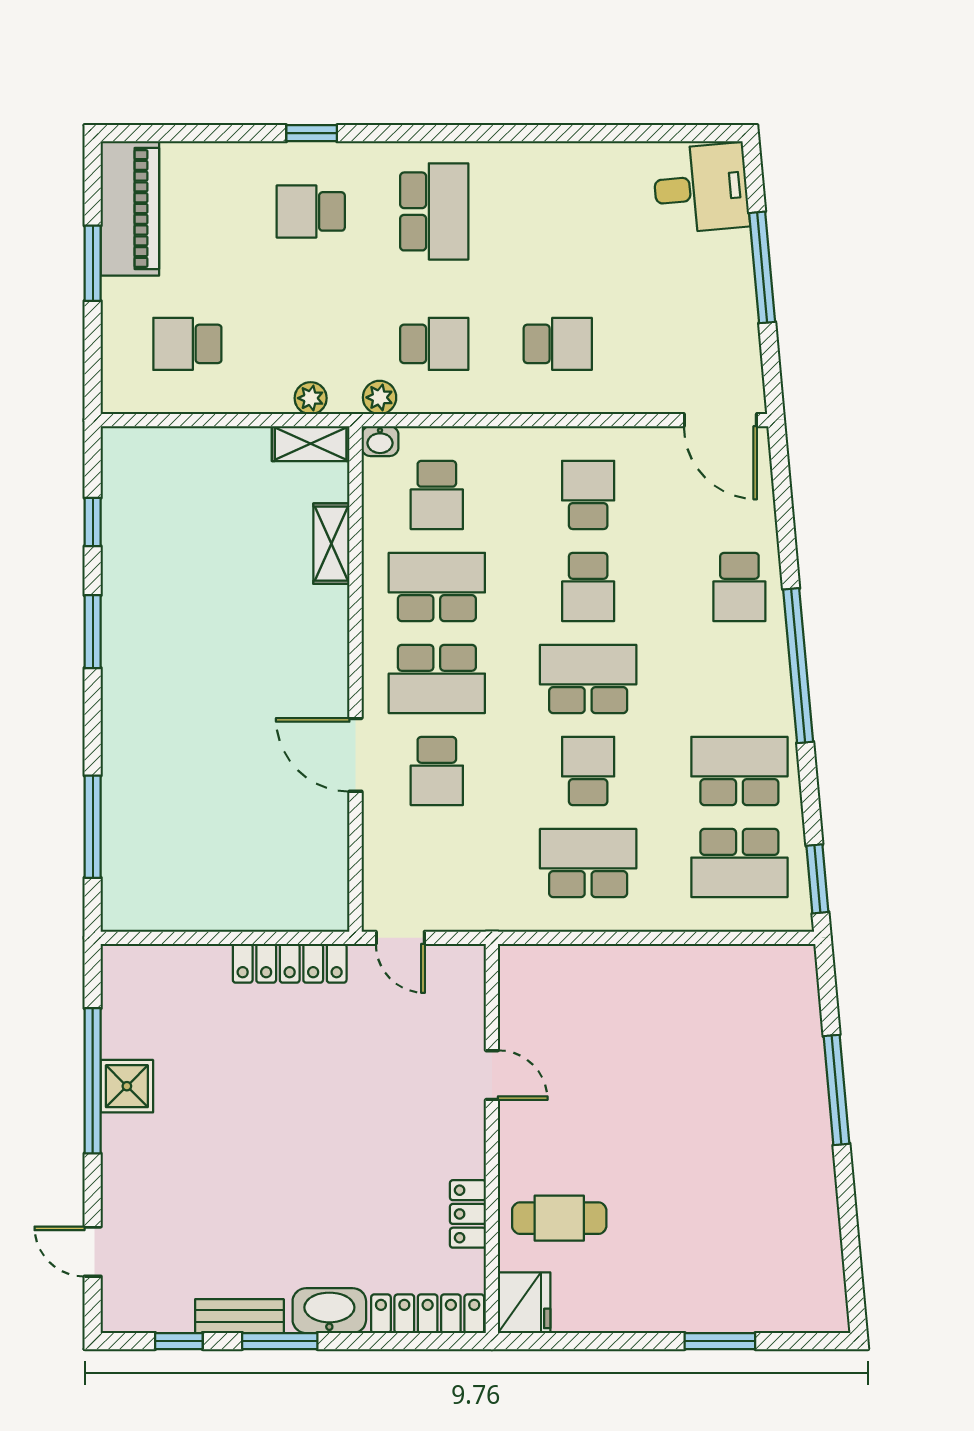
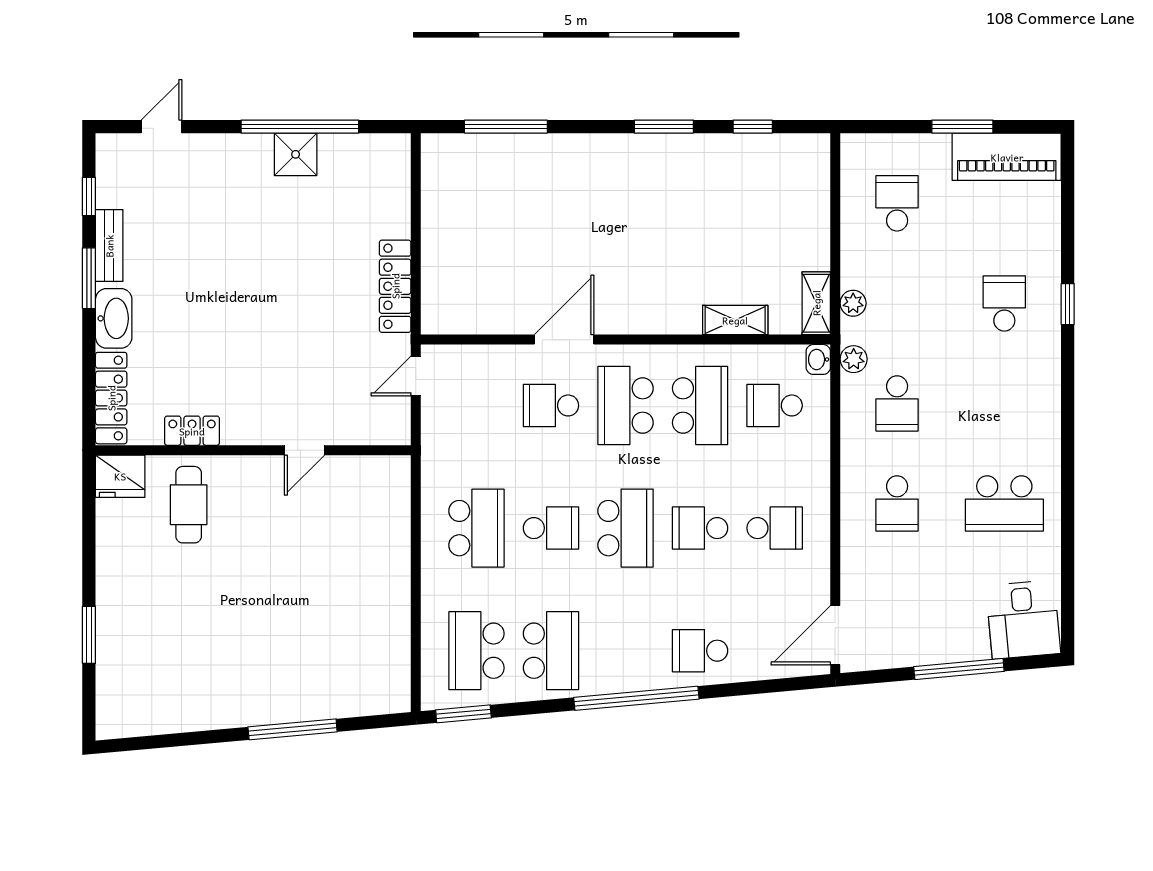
school desk: (434, 211) -> (1004, 503), moved

